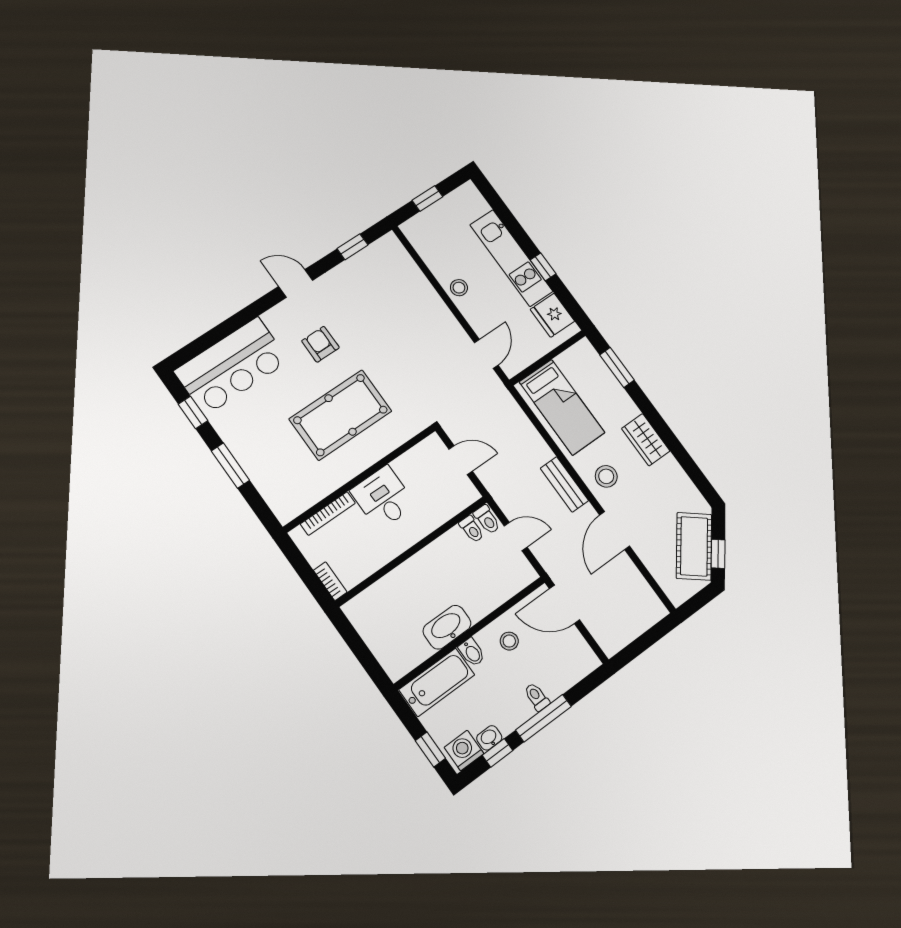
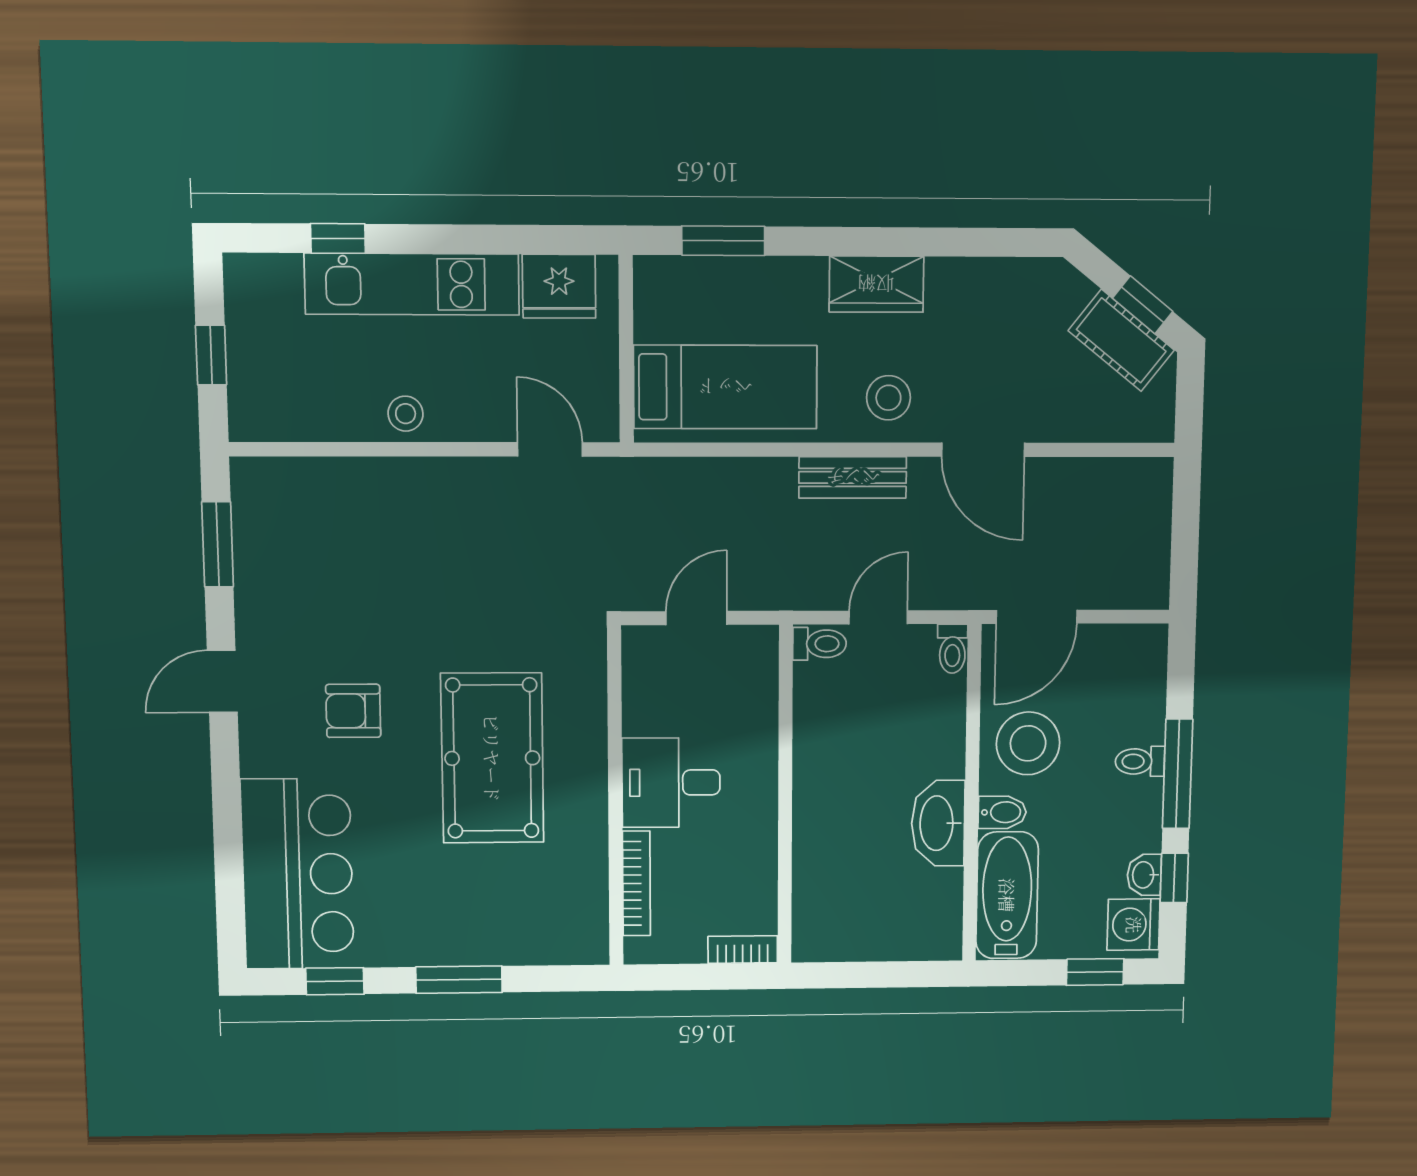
window: (352, 247) -> (218, 544), width x1.50
window: (543, 267) -> (338, 238), moved
toilet: (472, 529) -> (952, 649), moved, turned 90
cot: (694, 546) -> (1121, 340), width x0.73, depth x0.75
stool: (509, 641) -> (1028, 743), width x1.89, depth x1.89

